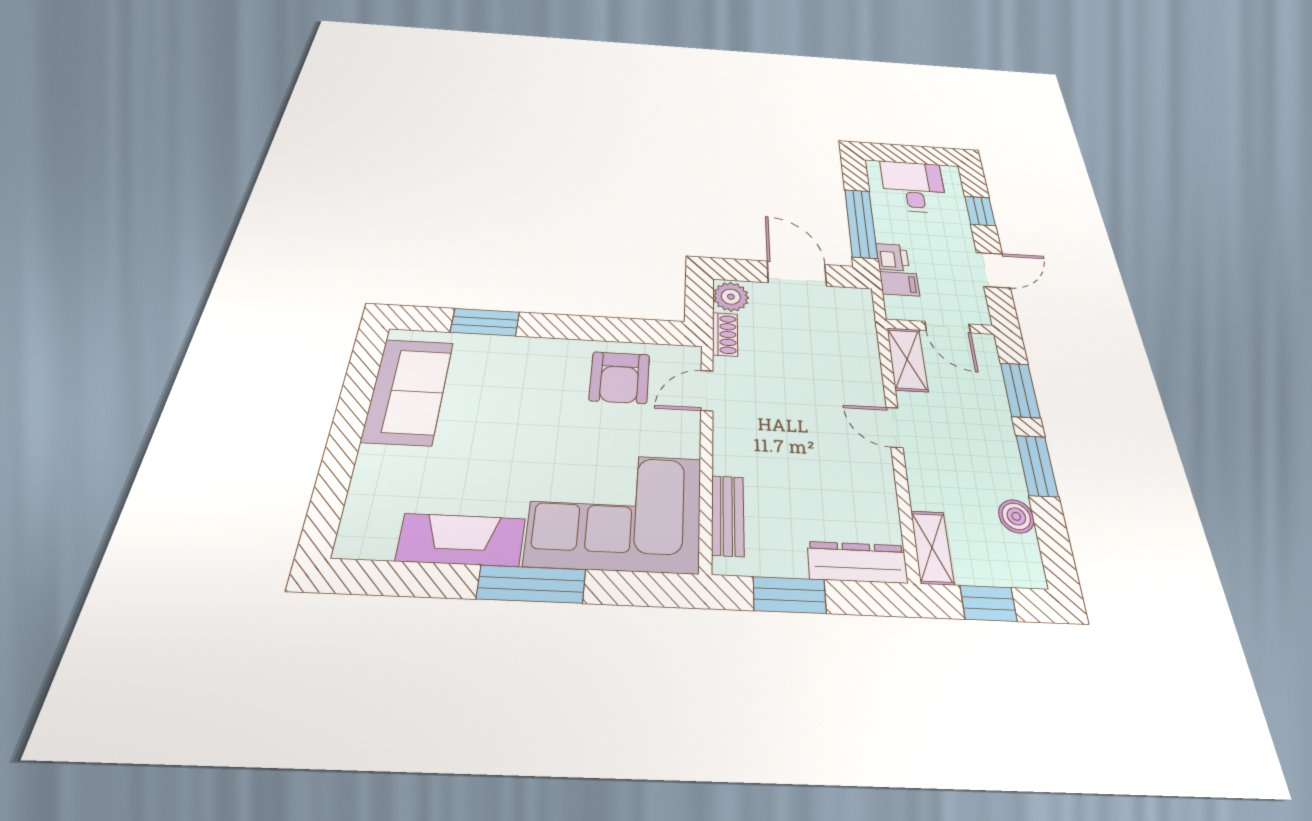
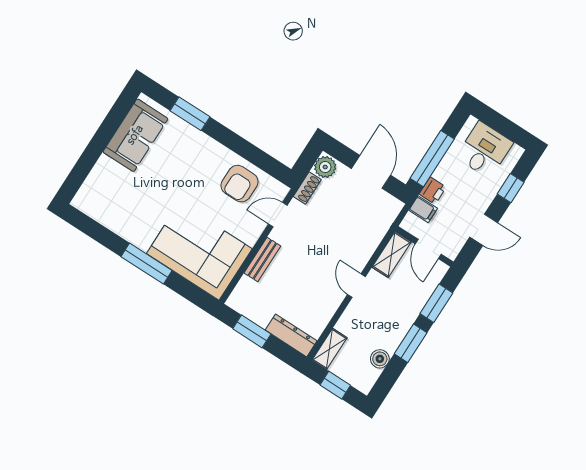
bench: (728, 515) -> (262, 259), moved
fireplace: (461, 540) -> (127, 226), removed

